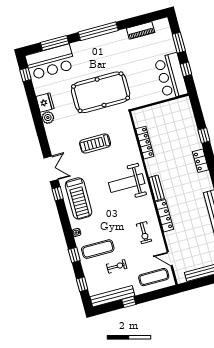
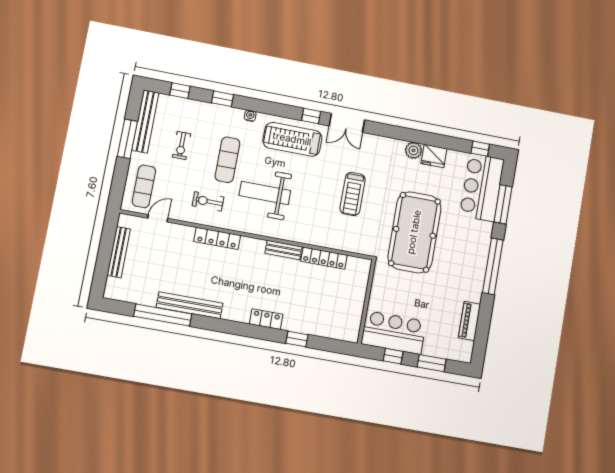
treadmill: (95, 143) -> (353, 194), turned 180
weight bench: (127, 183) -> (265, 193), moved, turned -90
bench: (157, 188) -> (283, 250), moved
exercise mat: (98, 249) -> (227, 160), moved
window: (129, 302) -> (127, 139), width x2.17

